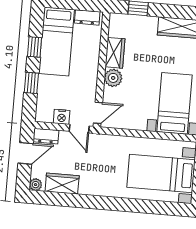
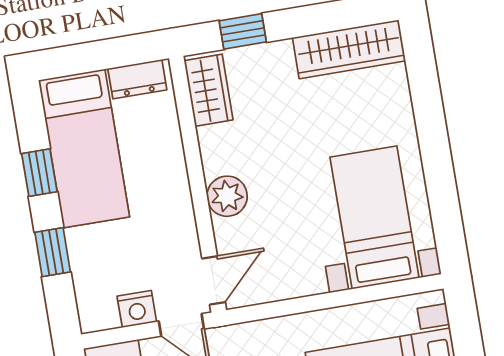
wardrobe: (115, 53) -> (209, 90), moved

